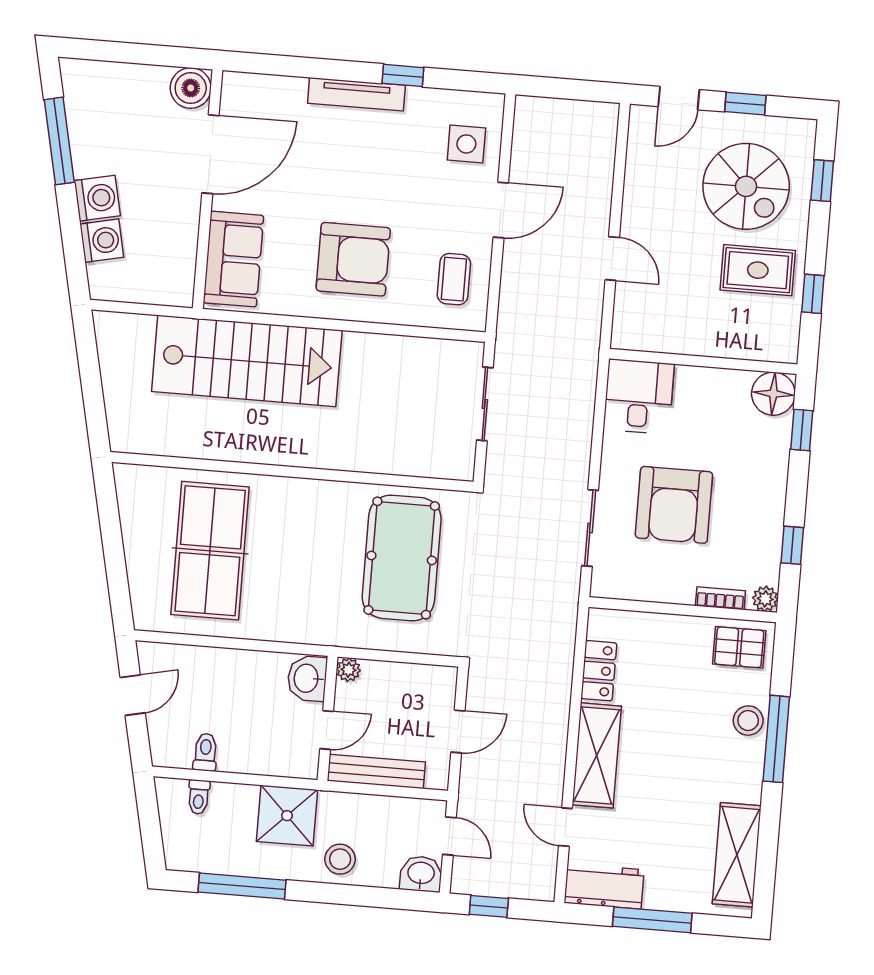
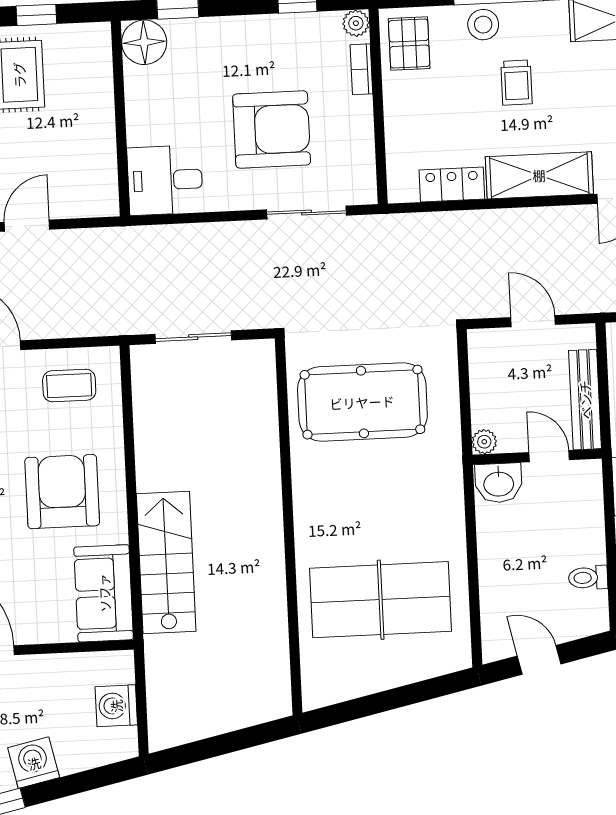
washing machine: (102, 241) -> (116, 706), moved, turned -78
sofa: (233, 259) -> (104, 593), moved, turned -90
stairs: (247, 361) -> (166, 562), width x0.73, depth x0.66
trolley: (688, 745) -> (517, 83), added

